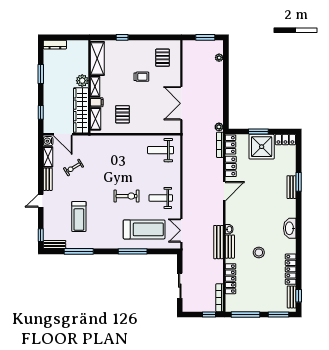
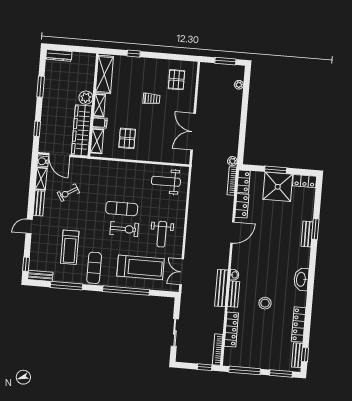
exercise mat: (123, 178) -> (122, 209), added
weight bench: (161, 198) -> (162, 234), turned -90
exercise mat: (102, 233) -> (94, 268), added
window: (133, 251) -> (126, 291), width x1.46

